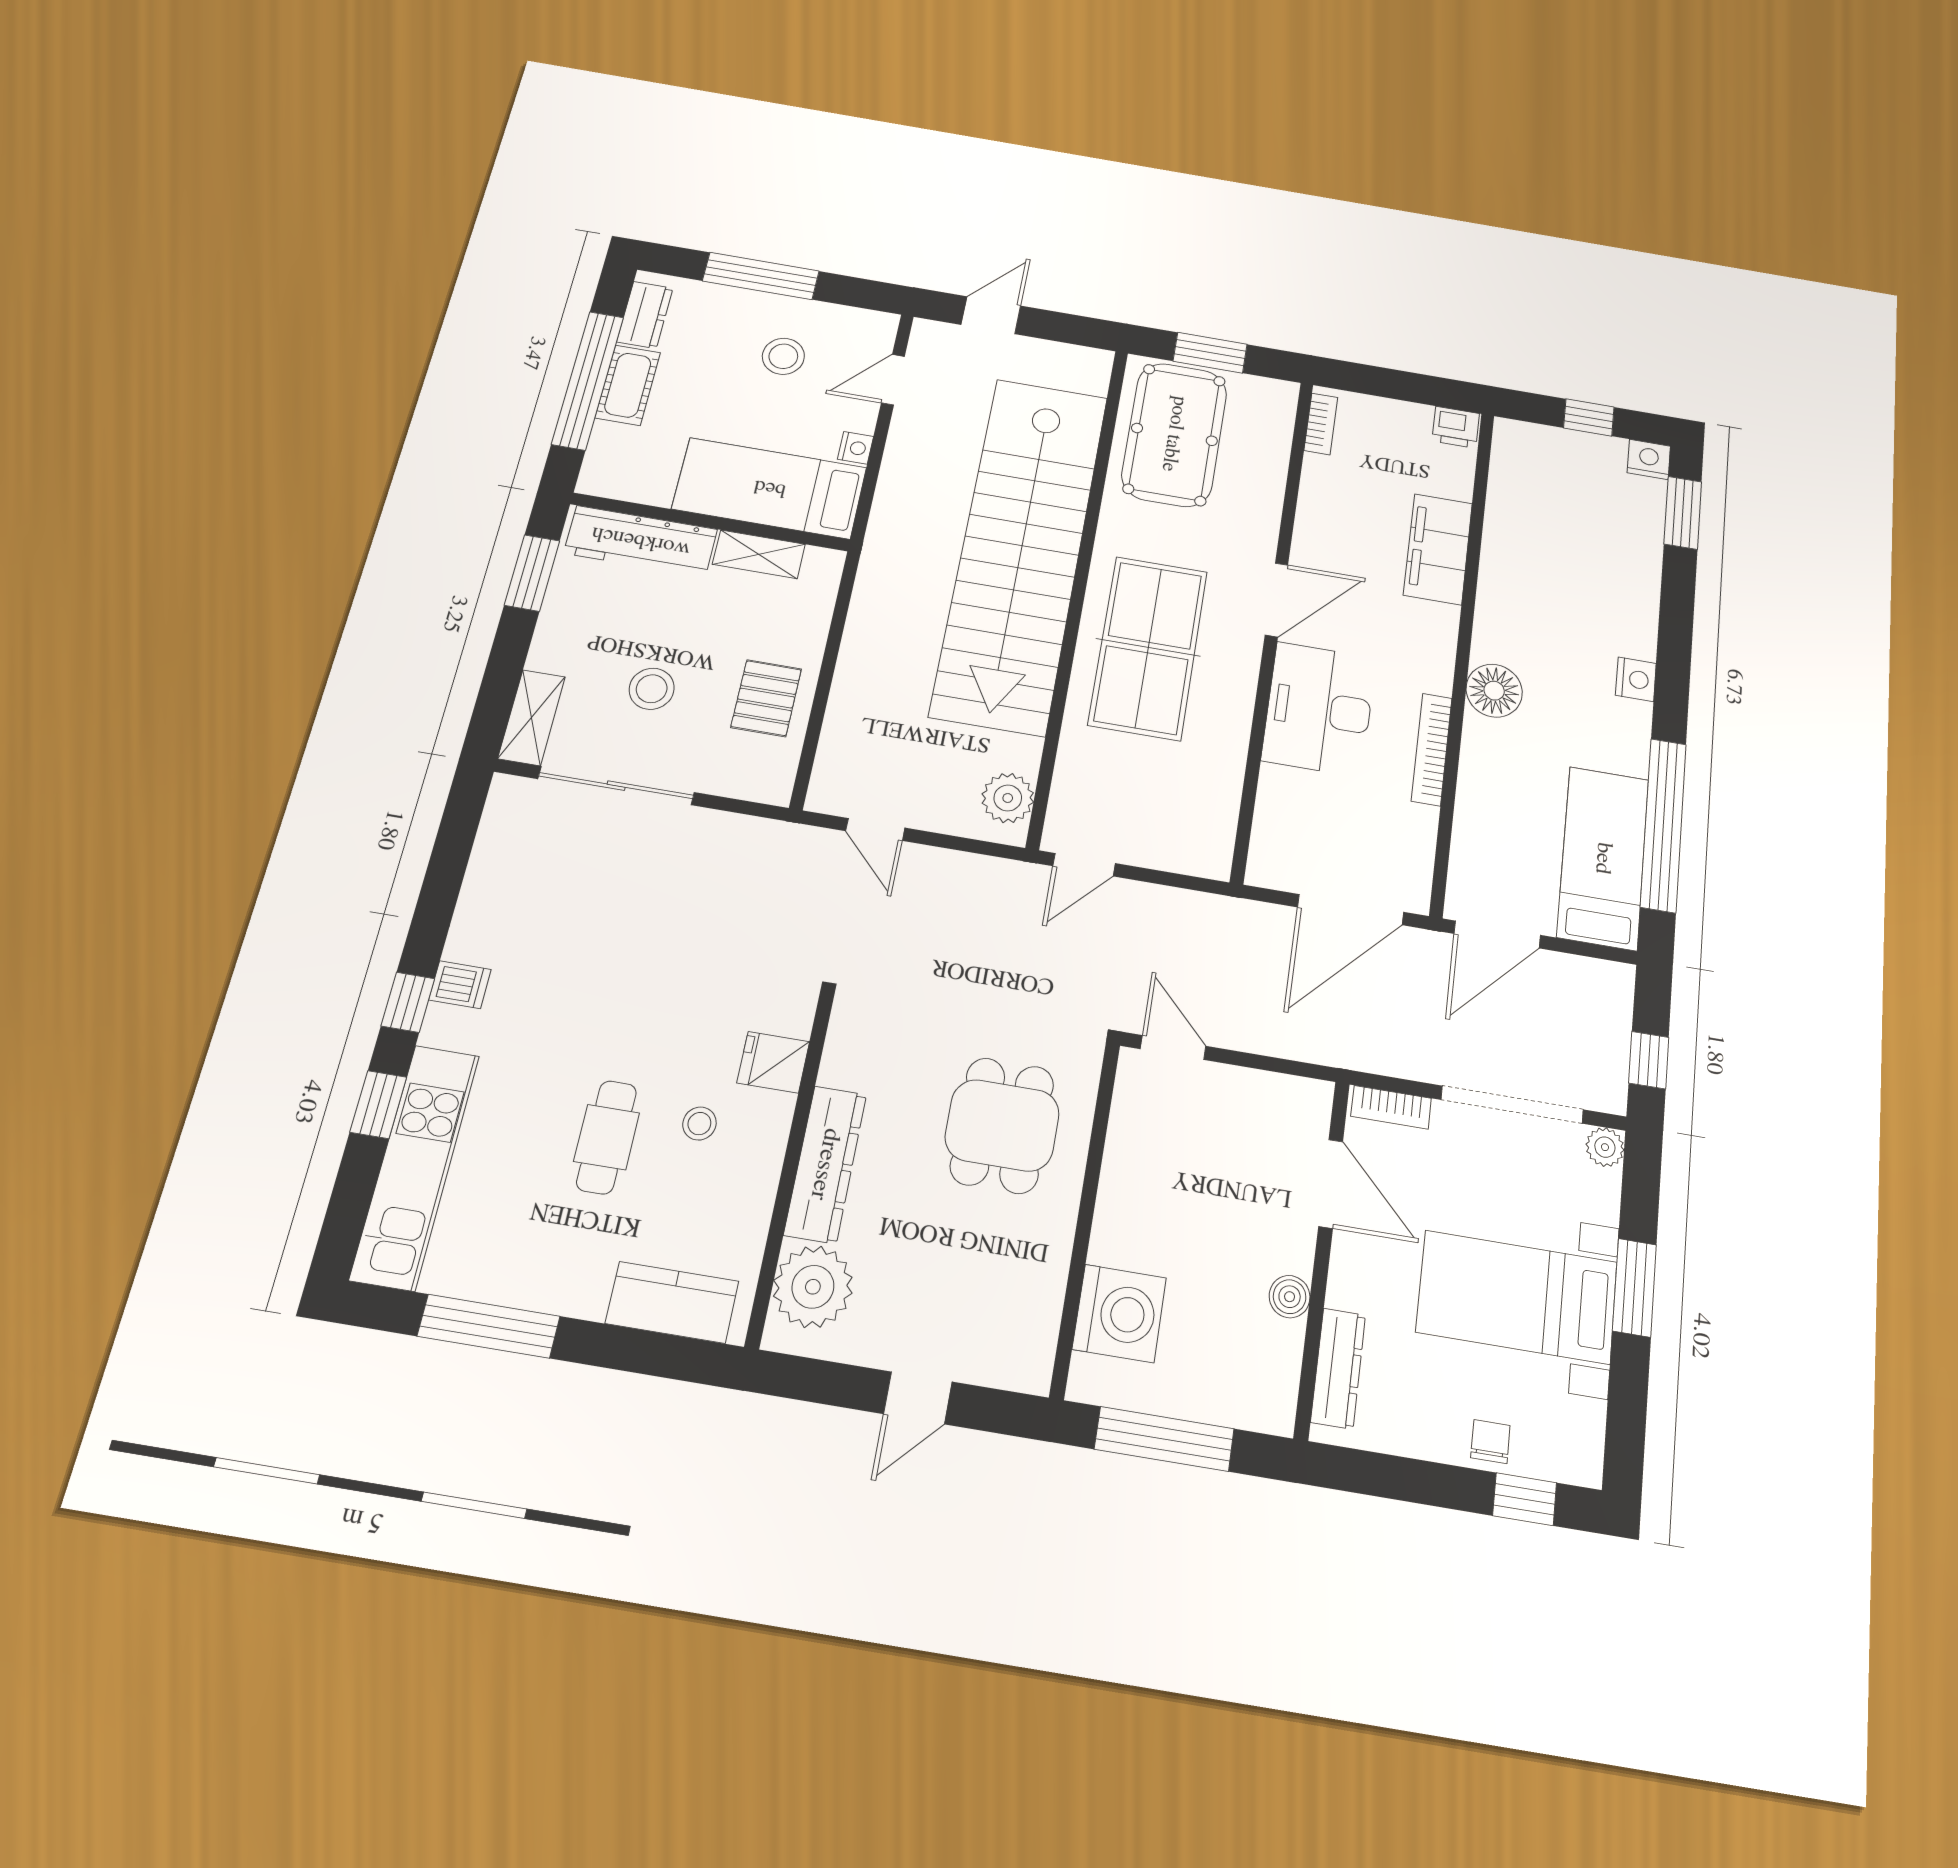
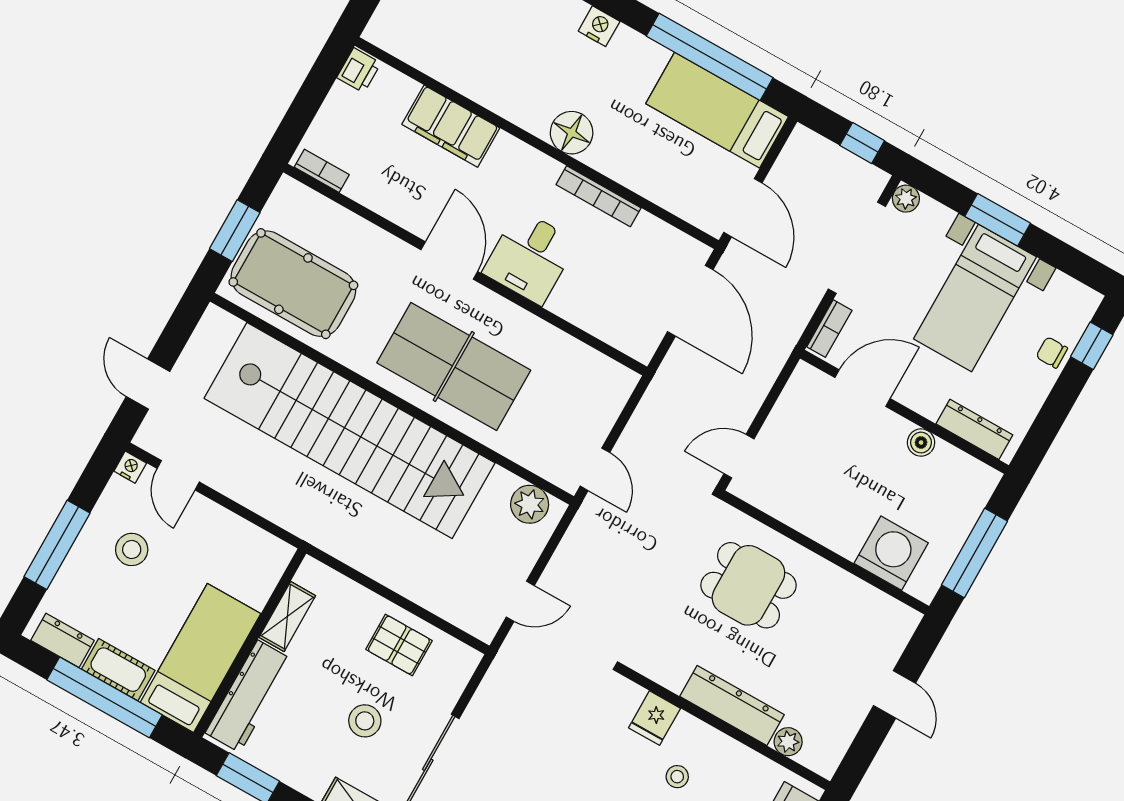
nightstand: (855, 448) -> (130, 467), moved
bed: (770, 488) -> (201, 658), moved, turned 180
desk: (1319, 709) -> (530, 257), width x0.73
plant: (813, 1287) -> (788, 742), width x0.53, depth x0.53

